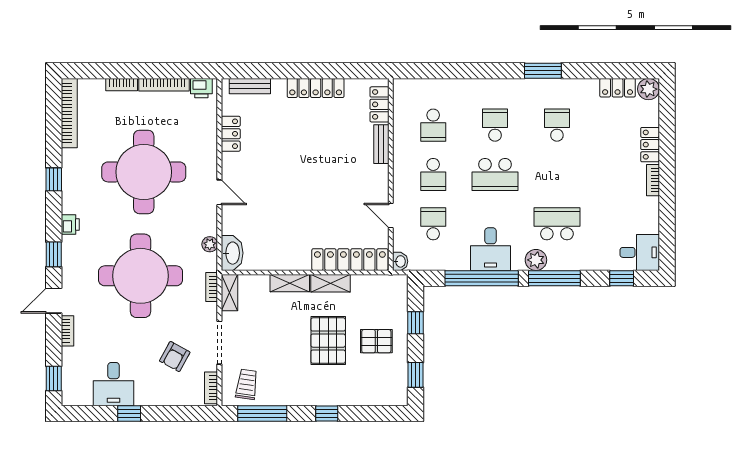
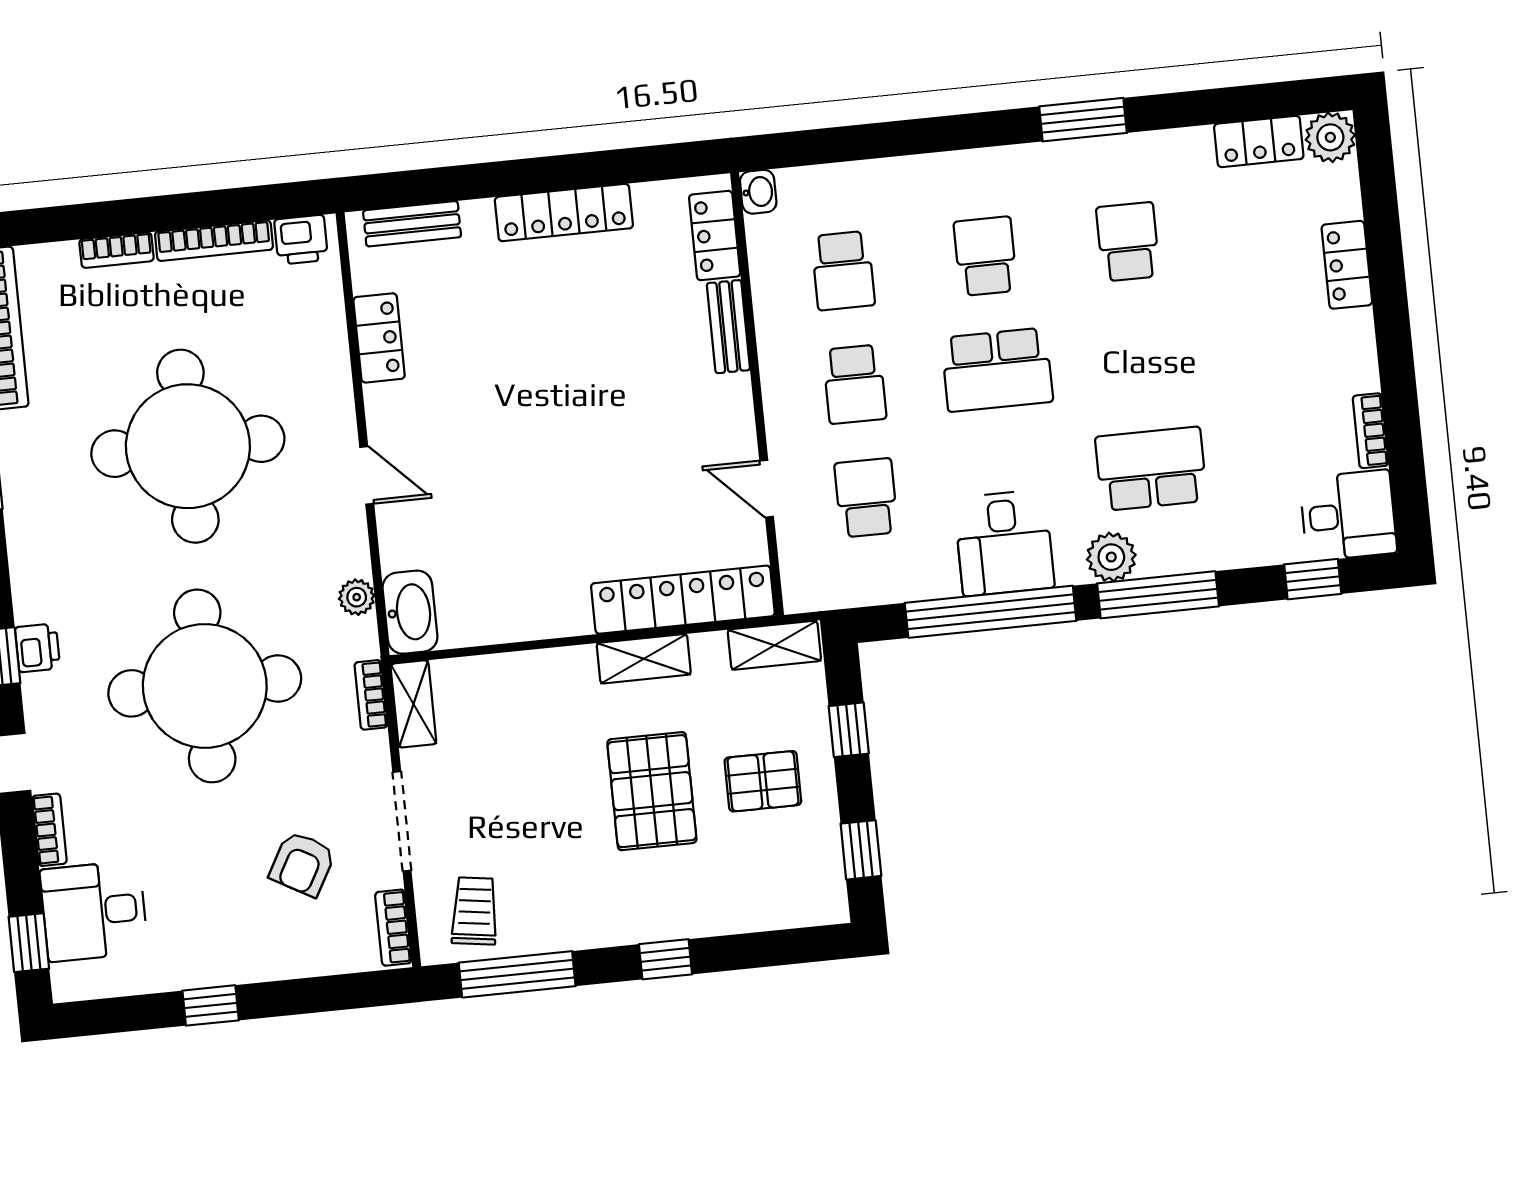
bookcase: (653, 180) -> (1371, 431), moved
printer: (70, 225) -> (37, 648), moved
washbasin: (400, 261) -> (758, 192), moved
shelving: (290, 283) -> (774, 645), moved
desk: (114, 384) -> (94, 911), moved, turned 90

